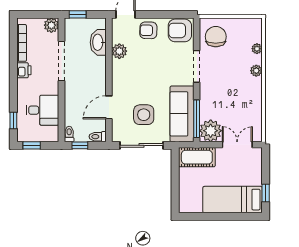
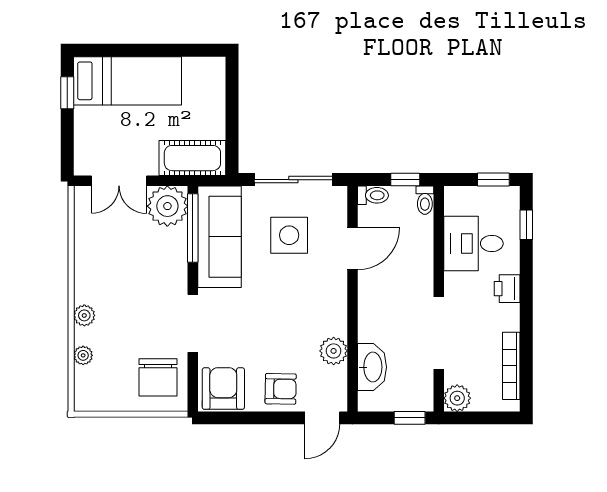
armchair: (180, 30) -> (223, 389), turned -90
printer: (24, 70) -> (507, 289), moved

